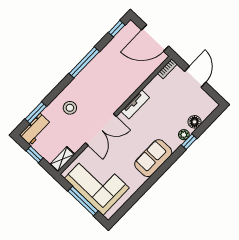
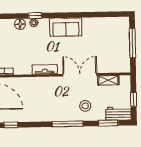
window: (84, 62) -> (68, 124), moved
shelving: (62, 159) -> (108, 80), moved
corner sofa: (97, 183) -> (114, 46), removed

